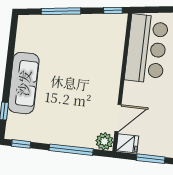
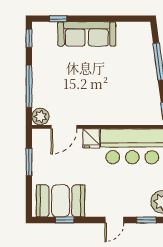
door: (118, 118) -> (64, 127), hinge flipped
fridge: (127, 143) -> (91, 138), moved

